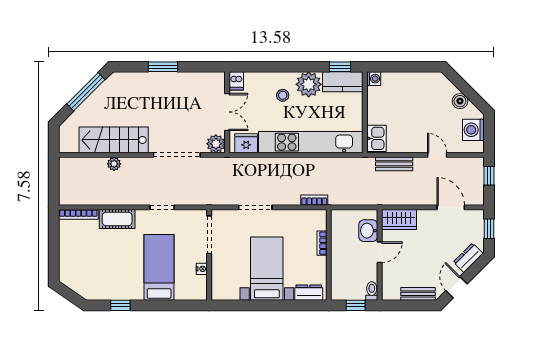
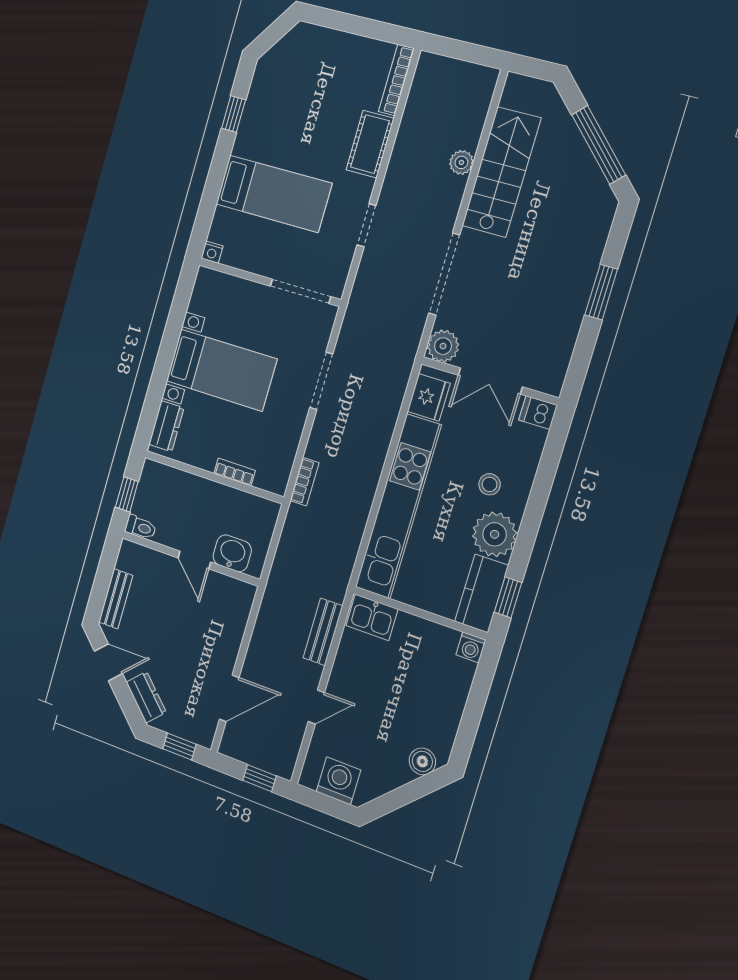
boiler: (460, 101) -> (422, 761), moved
wardrobe: (399, 219) -> (235, 609), removed
nightstand: (202, 269) -> (212, 252), moved

